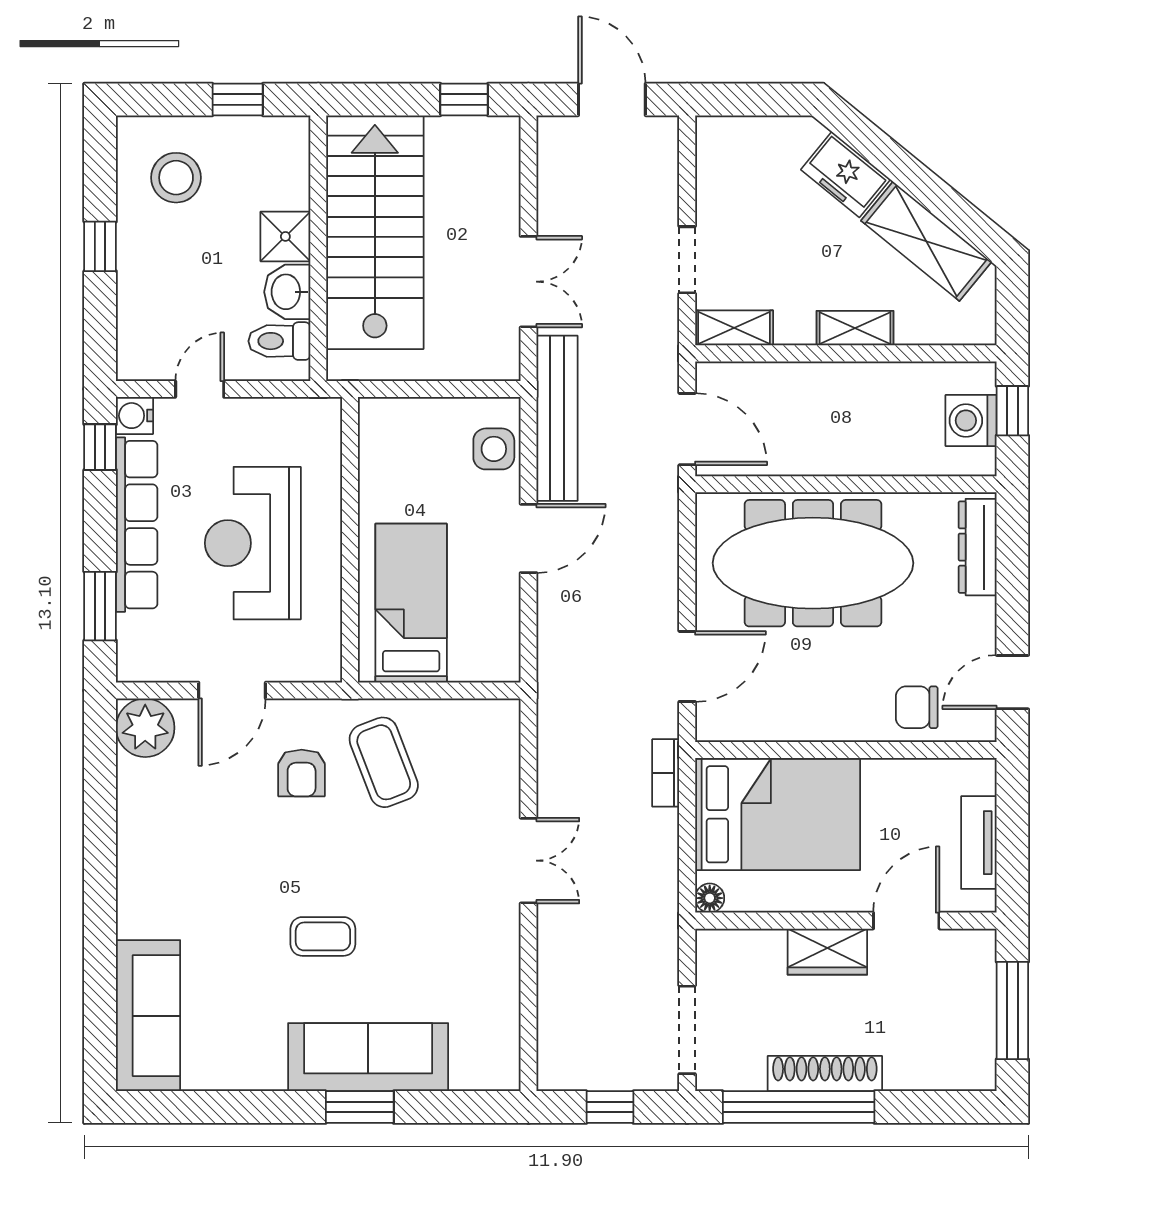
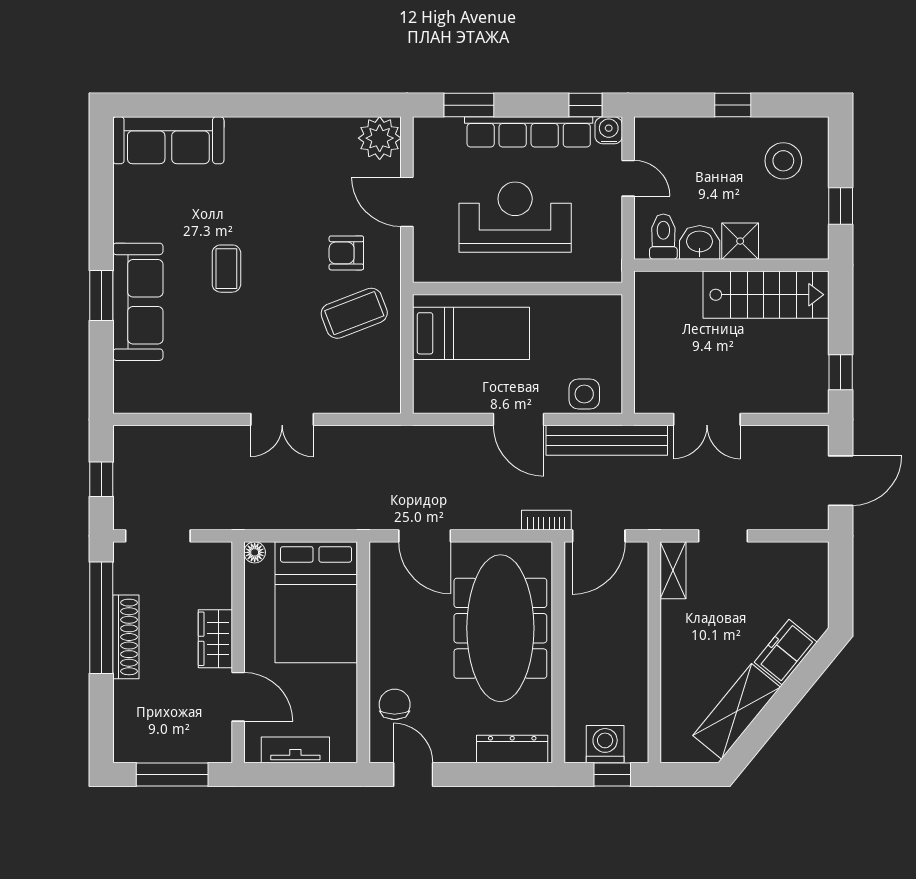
stairs: (375, 232) -> (766, 295), width x0.73, depth x0.66
shelving: (855, 328) -> (673, 659), removed
bookcase: (666, 773) -> (546, 520), moved

